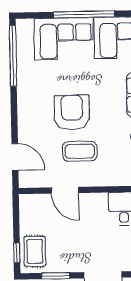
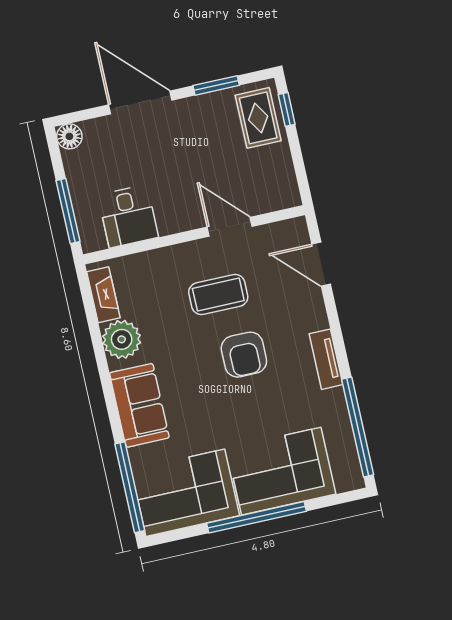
tv unit: (24, 100) -> (326, 359), added
armchair: (72, 112) -> (244, 355), width x0.73, depth x0.73

